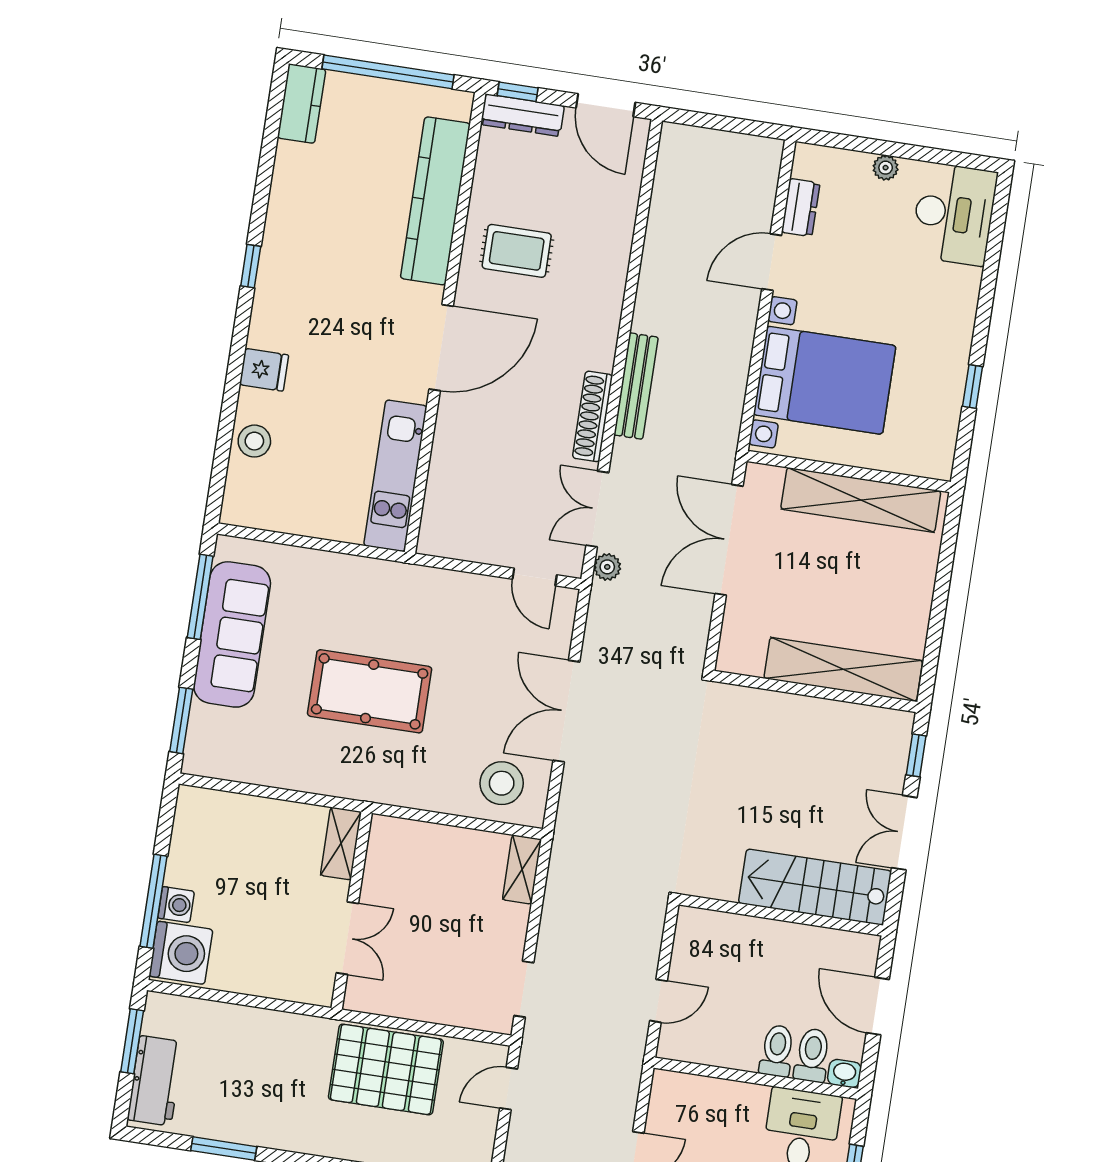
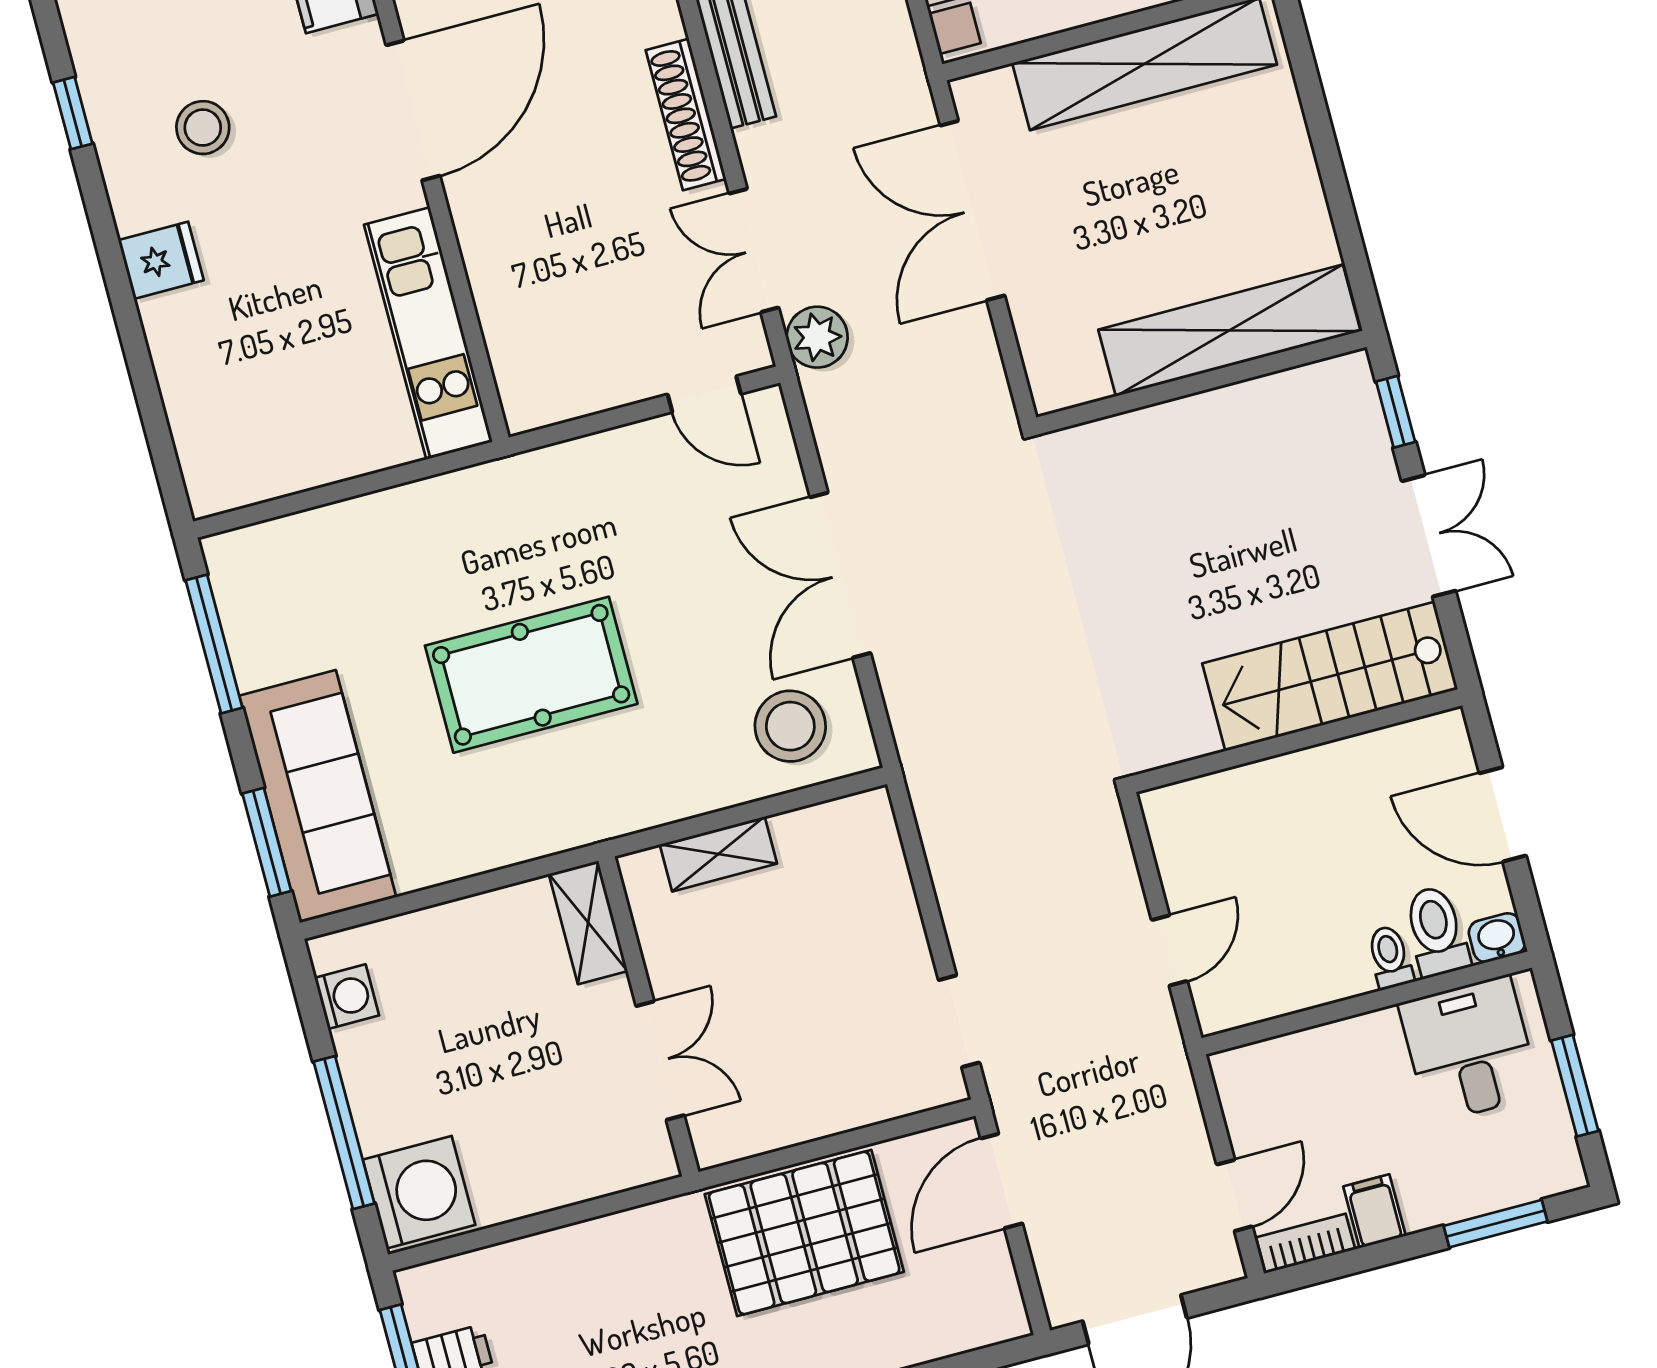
stool: (254, 441) -> (203, 128), moved
plant: (607, 567) -> (817, 337), width x1.38, depth x1.38
sofa: (232, 634) -> (318, 796), moved
double door: (904, 833) -> (1429, 536), swing flipped
shelving: (522, 869) -> (718, 854), moved, turned 90
washing machine: (176, 905) -> (347, 997), moved
toilet: (777, 1051) -> (1390, 957), width x0.73, depth x0.72
door: (509, 1088) -> (1002, 1181), width x1.38

